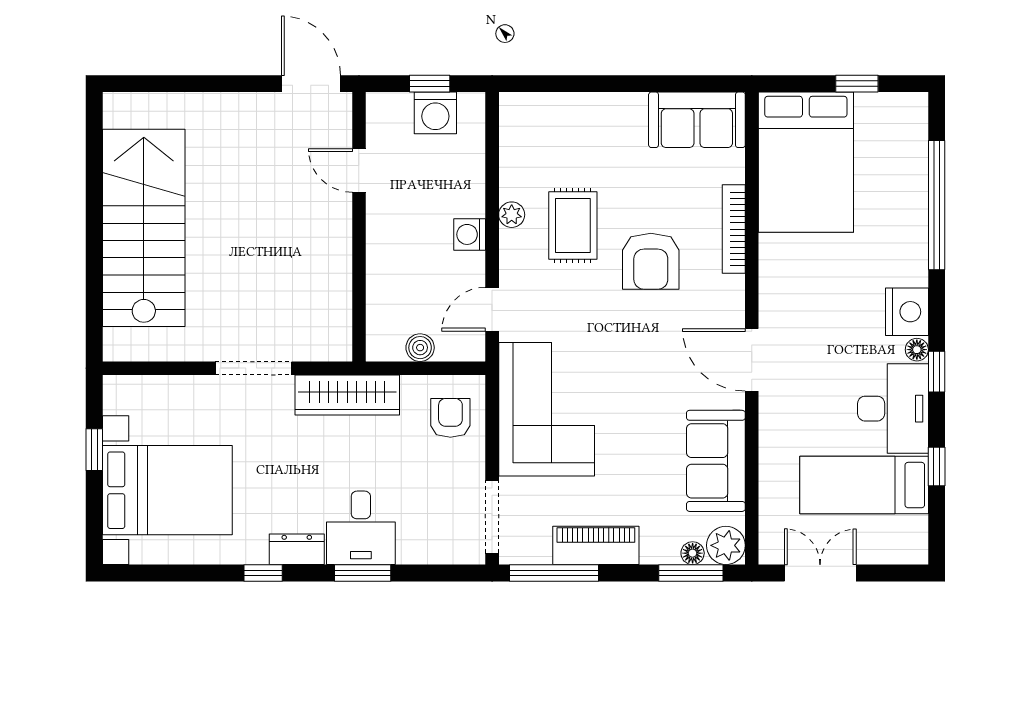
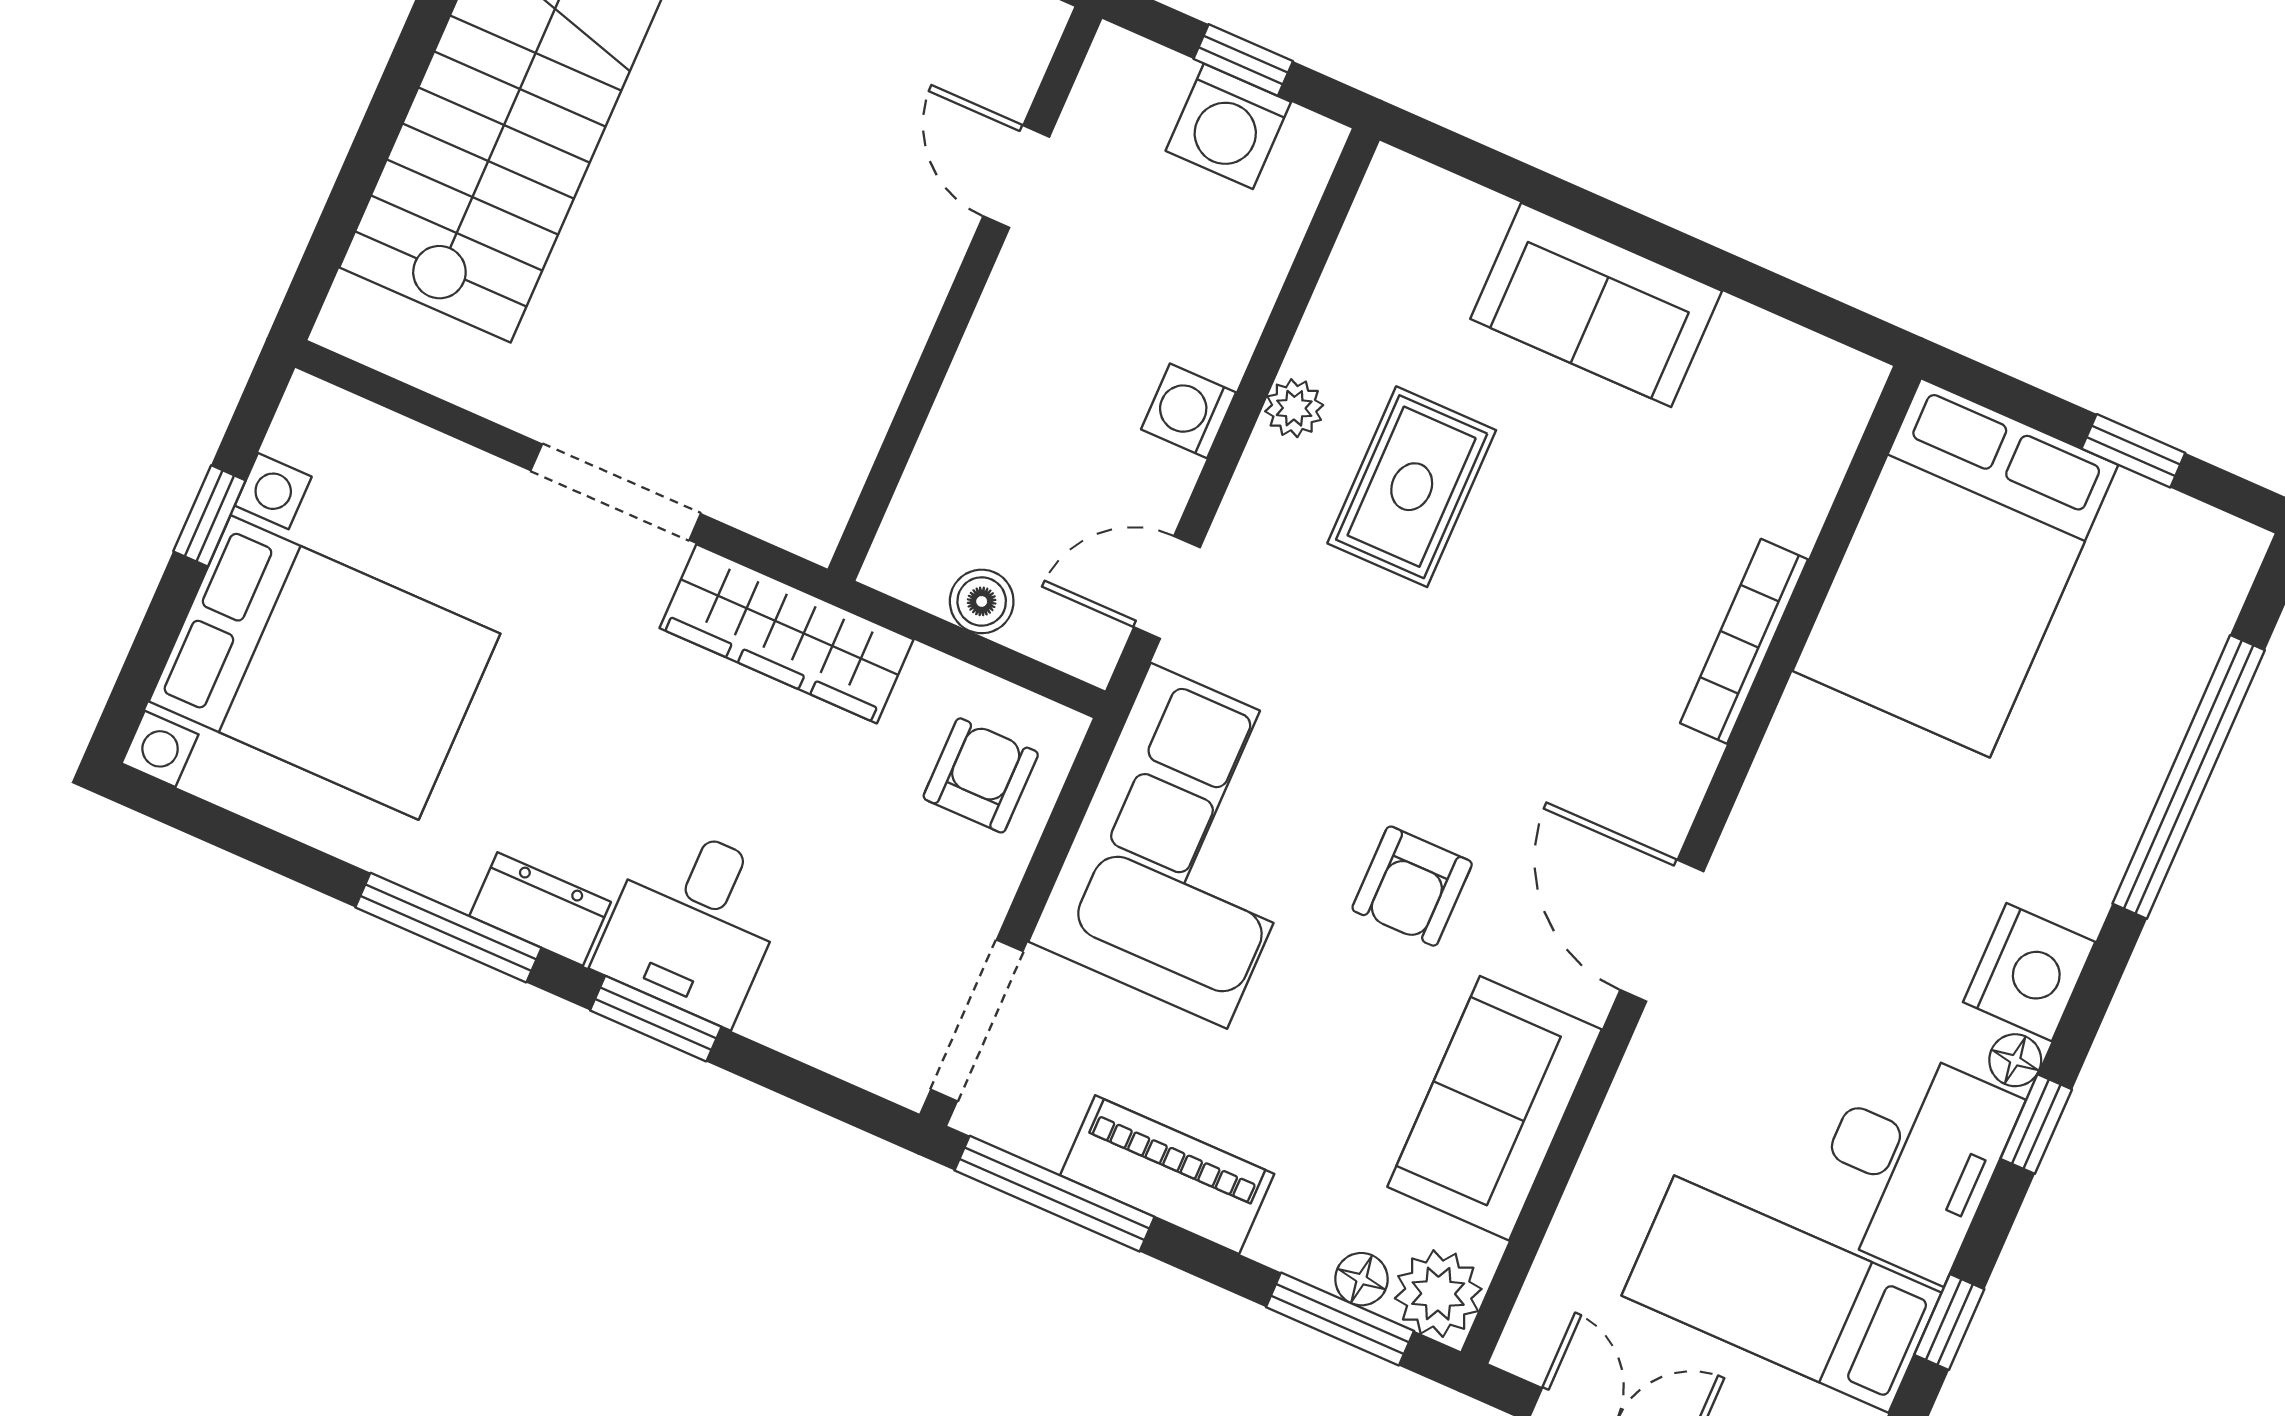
sofa: (697, 120) -> (1596, 305), moved
armchair: (651, 261) -> (1412, 886), moved, width x0.72, depth x0.72
window: (263, 573) -> (448, 928), width x2.17

